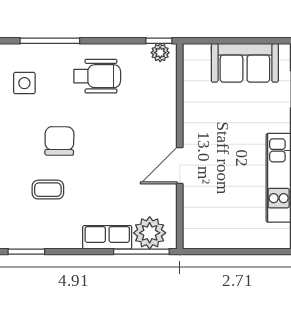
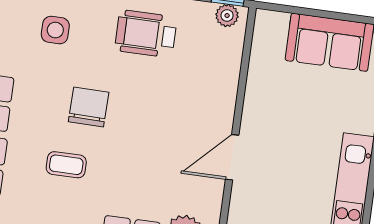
wheelchair: (97, 76) -> (146, 34), turned 180

